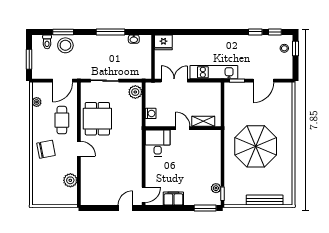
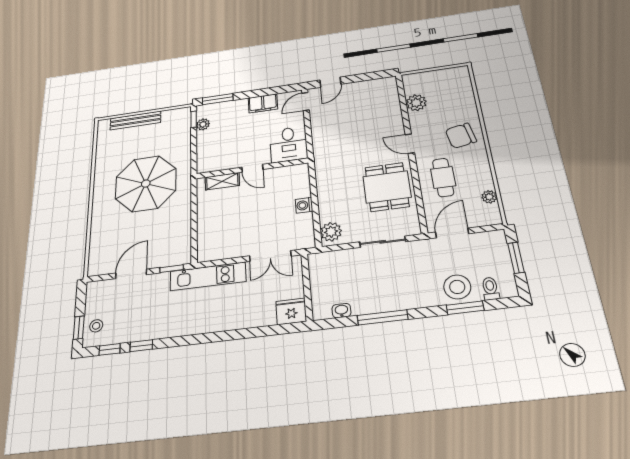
shelving: (203, 121) -> (222, 181), moved
door: (183, 128) -> (252, 168), moved
wall: (183, 128) -> (252, 168), moved
desk: (158, 143) -> (289, 144), moved

